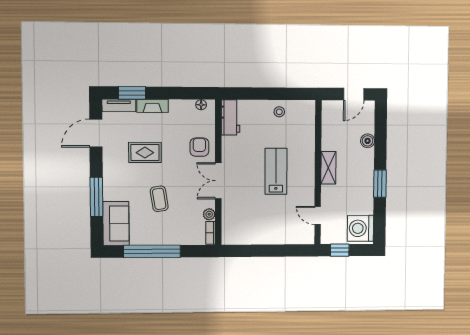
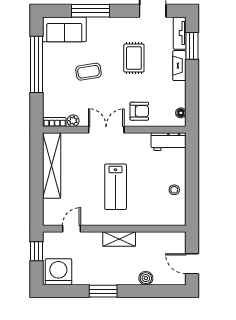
lab bench: (276, 171) -> (116, 187), turned 90
shelving: (254, 236) -> (52, 166), added

